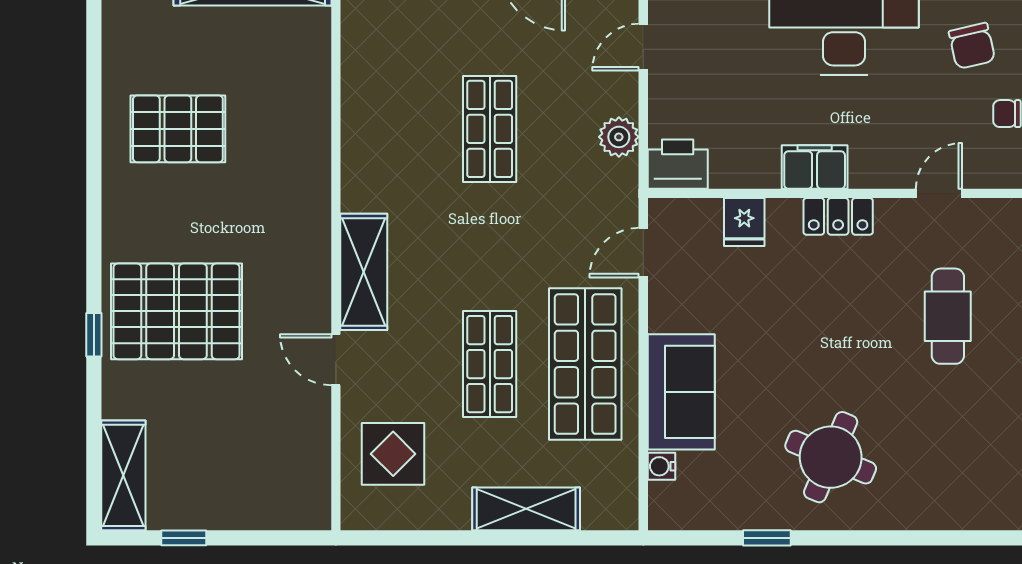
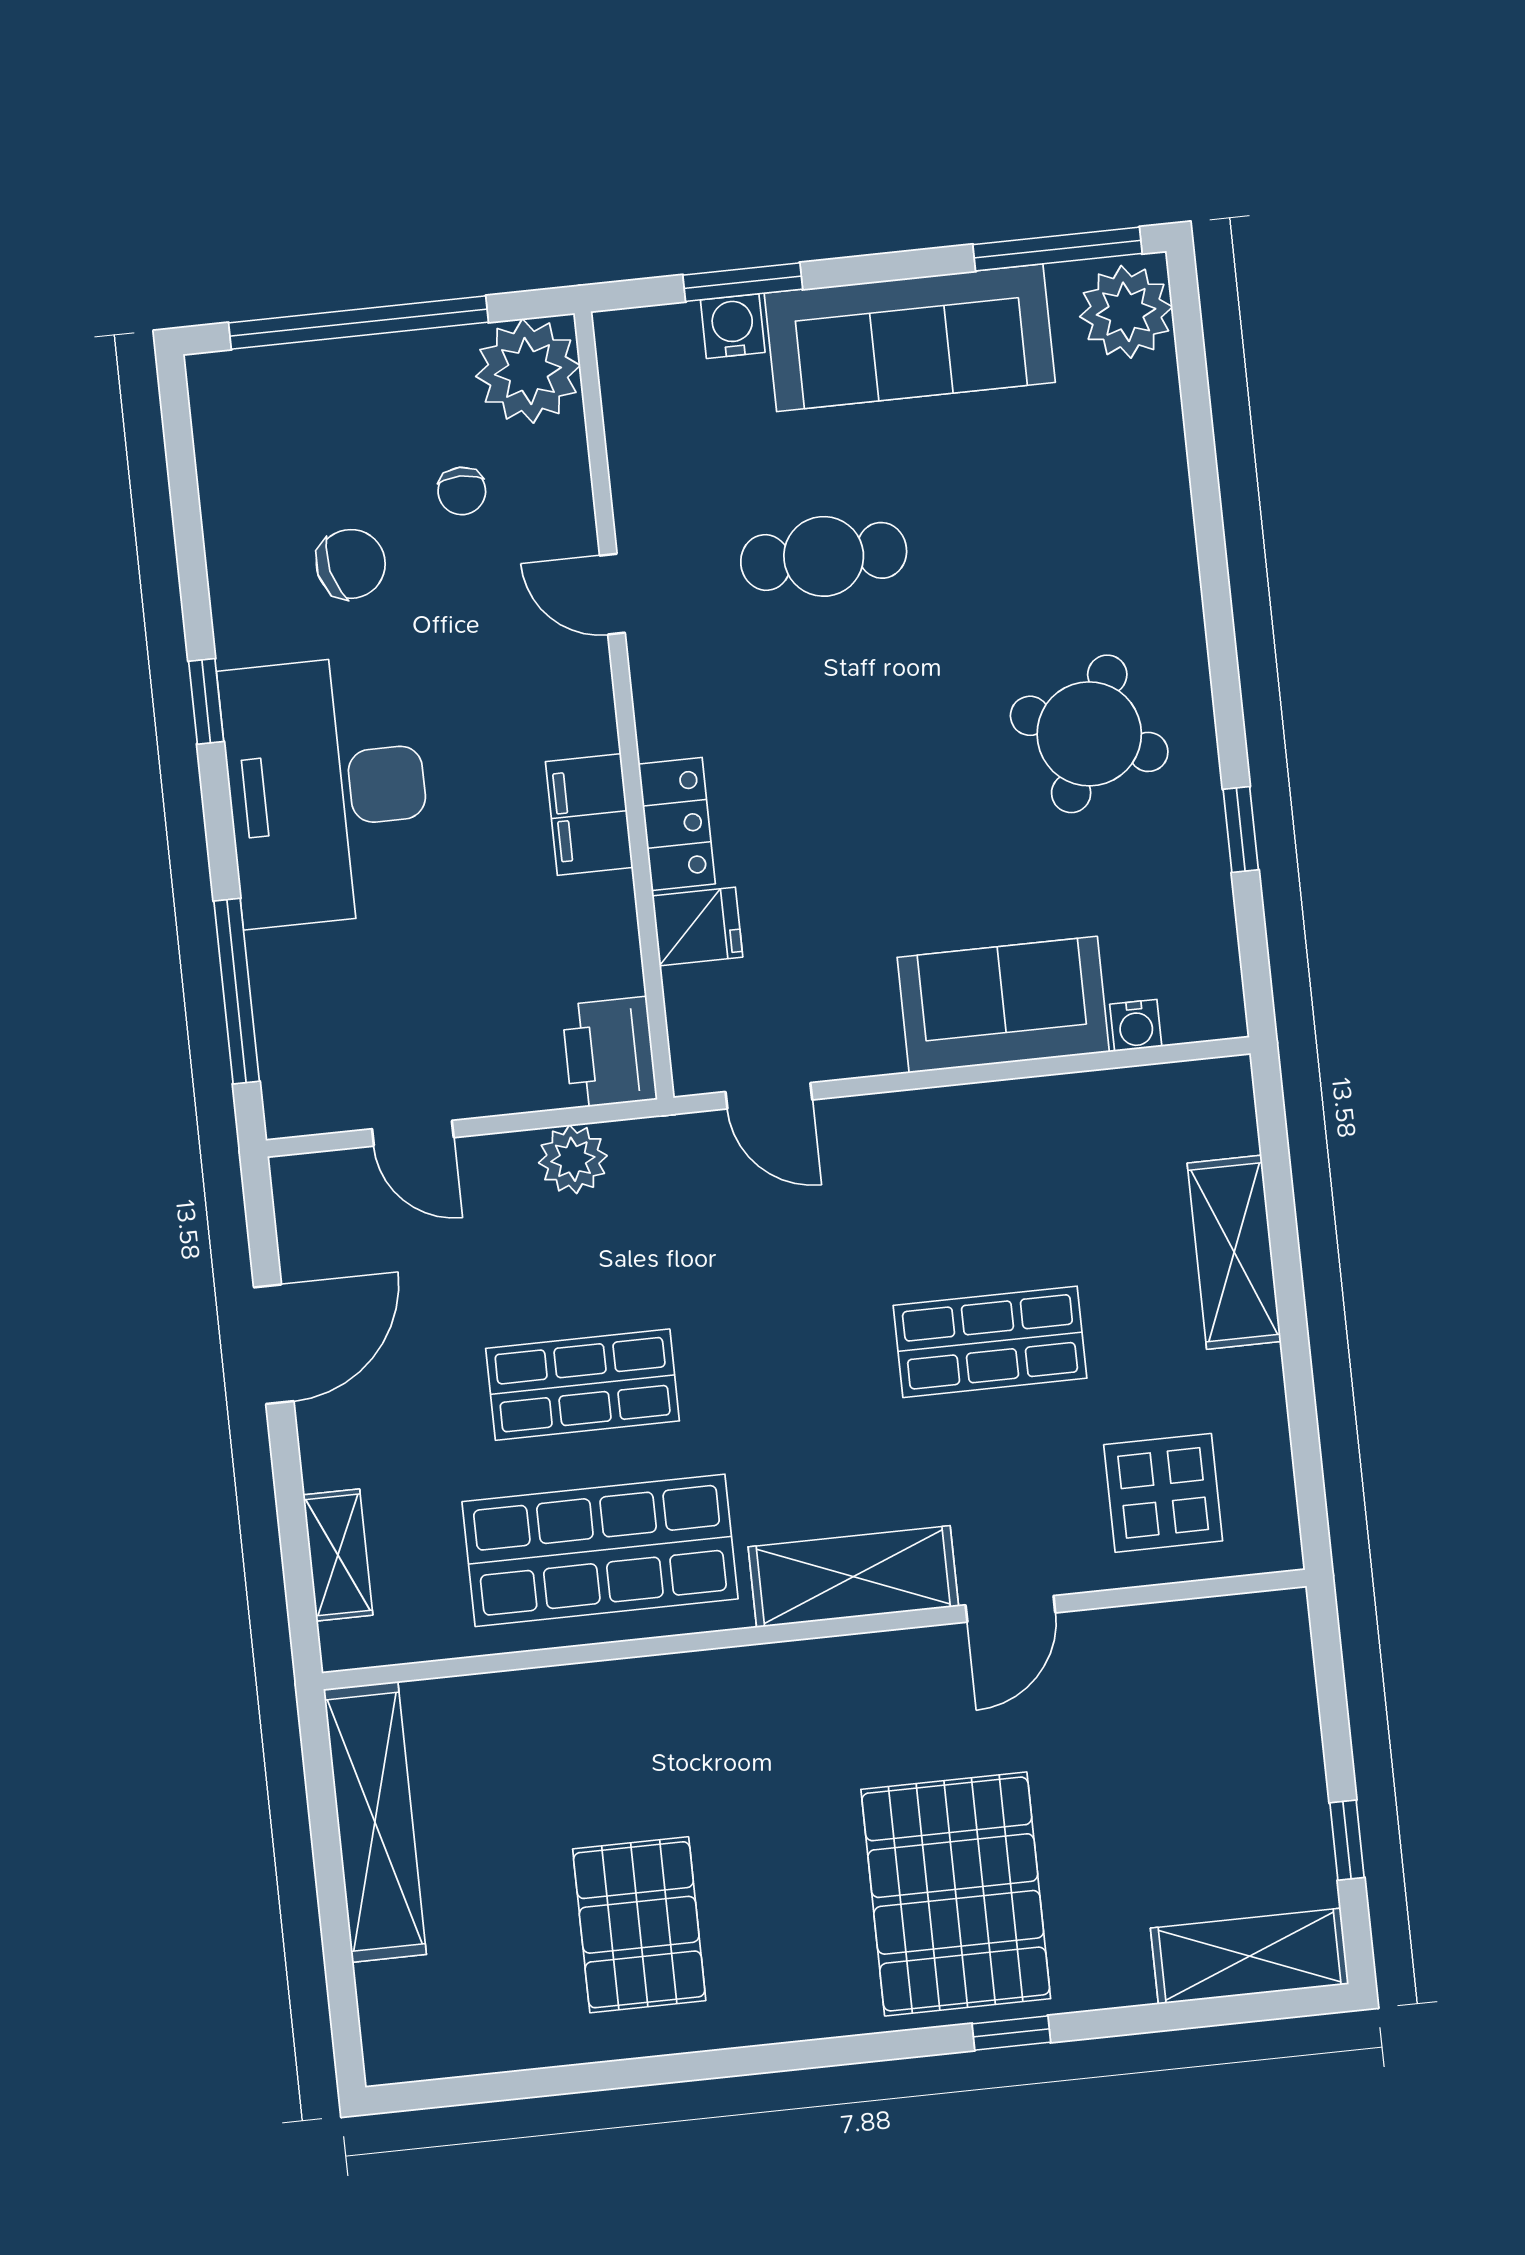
locker: (838, 216) -> (677, 824), moved
shop shelf: (585, 364) -> (600, 1550), moved

